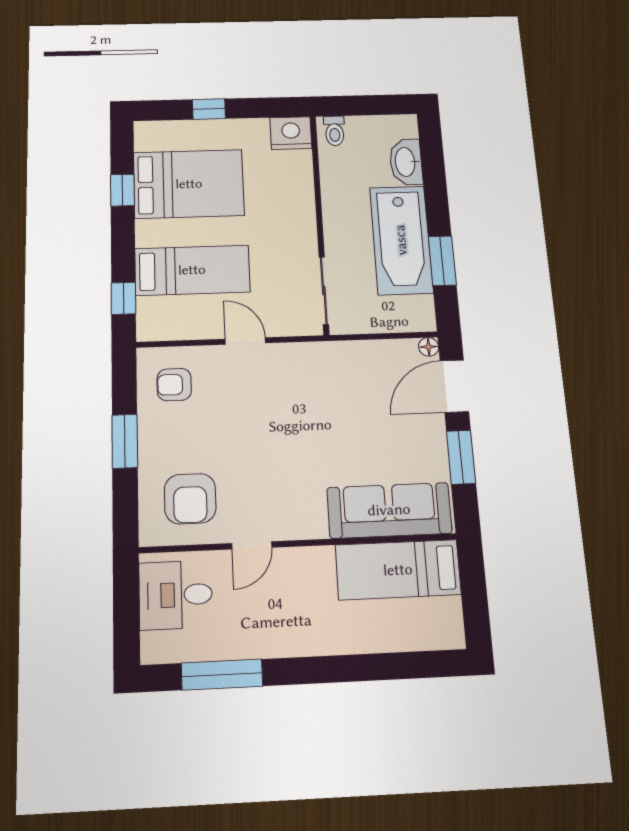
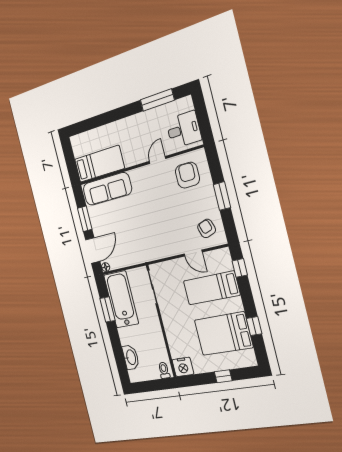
bathtub: (401, 240) -> (121, 299), moved
door: (245, 341) -> (193, 253), moved
armchair: (174, 385) -> (207, 228), turned -109

